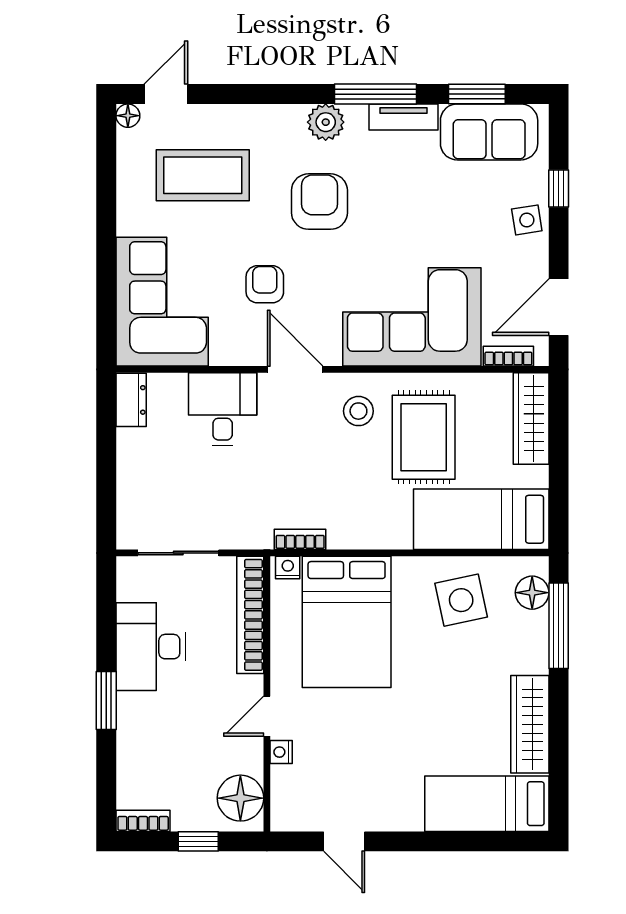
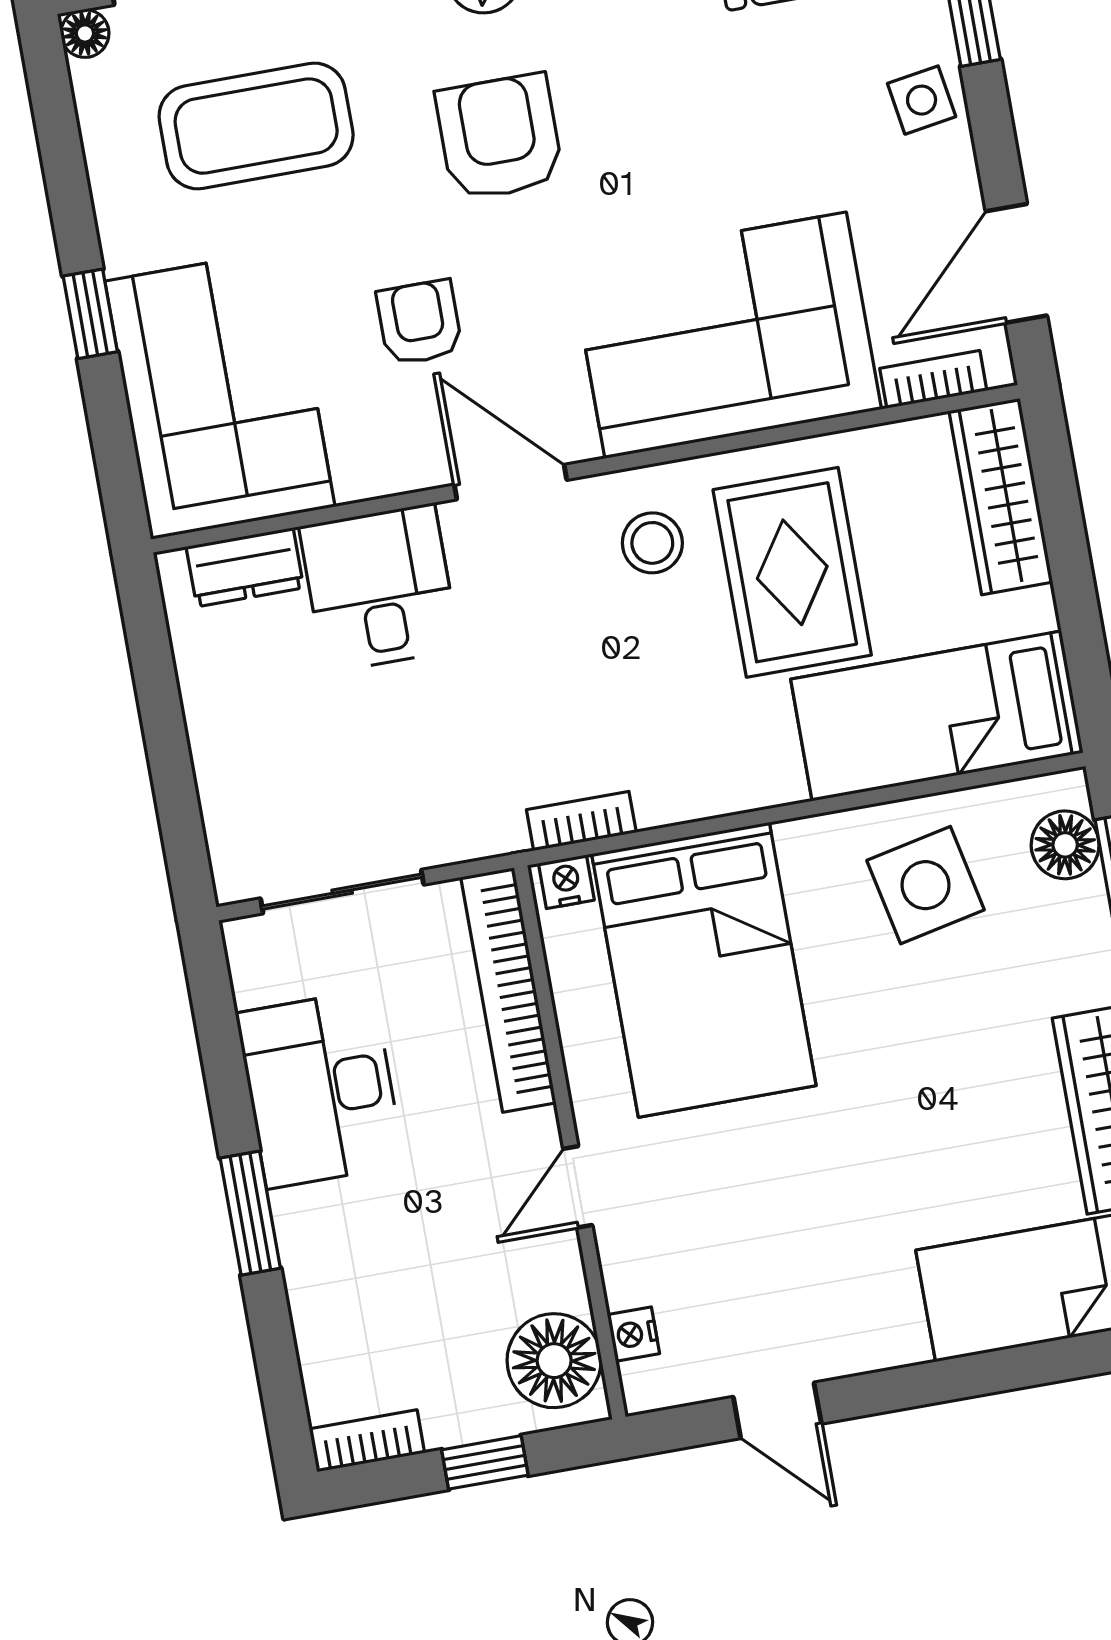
window: (106, 252) -> (90, 314), added
dresser: (131, 400) -> (245, 567), moved, turned 90
nightstand: (281, 752) -> (633, 1334), moved

